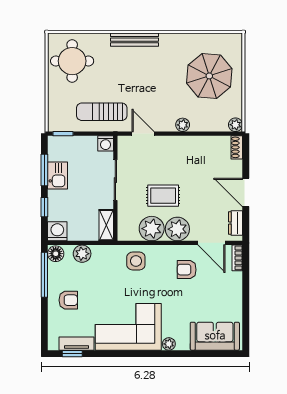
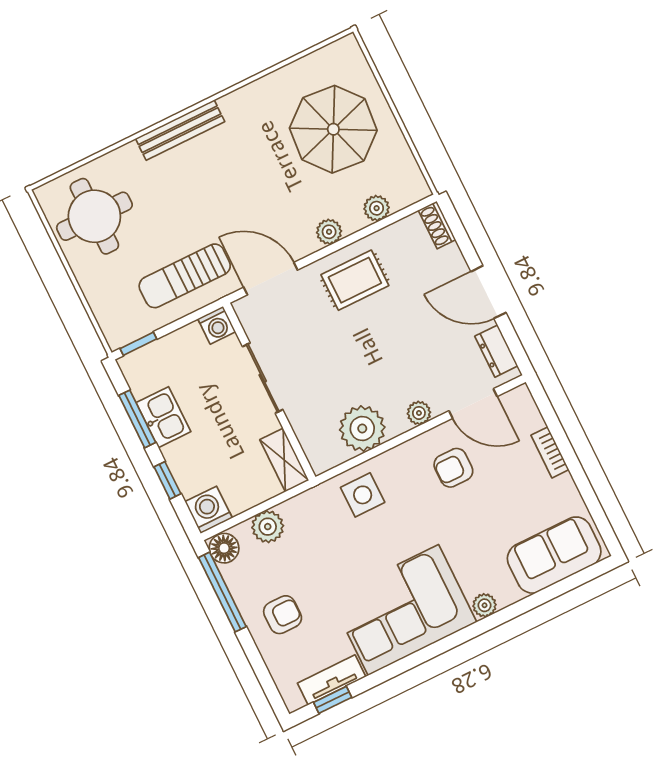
plant: (236, 125) -> (377, 208), moved
door: (143, 134) -> (271, 279), width x1.38
rug: (163, 196) -> (355, 280), moved
plant: (177, 229) -> (419, 413), width x0.53, depth x0.53
bookcase: (237, 258) -> (550, 452), moved

